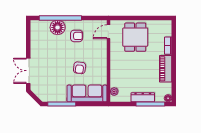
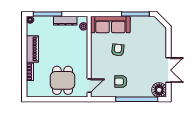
floor lamp: (58, 27) -> (159, 90), moved
double door: (28, 71) -> (169, 70), moved
dresser: (143, 97) -> (65, 21), moved

